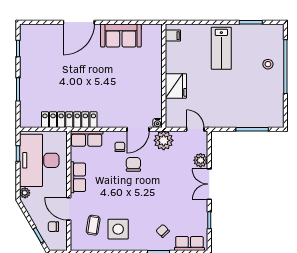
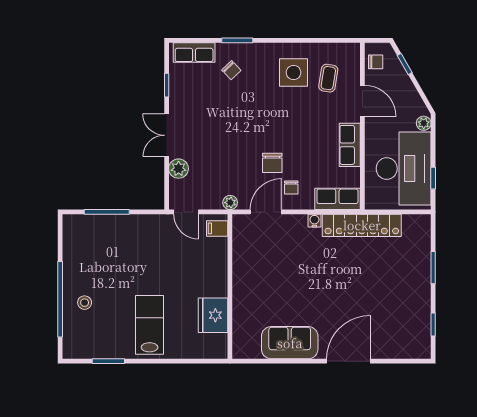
filing cabinet: (173, 36) -> (217, 228), moved
fridge: (176, 86) -> (213, 315), moved
water cooler: (158, 123) -> (314, 221), moved
plant: (164, 140) -> (230, 203), width x0.53, depth x0.53
double door: (209, 184) -> (167, 135), swing flipped
chair: (53, 227) -> (376, 62), moved

